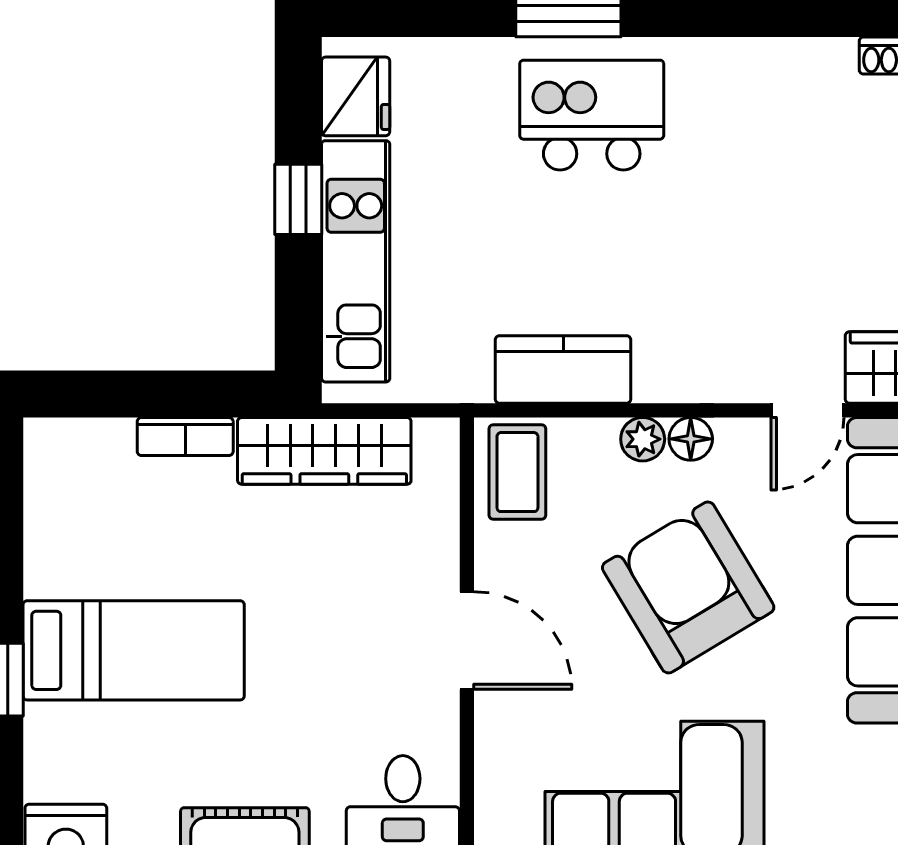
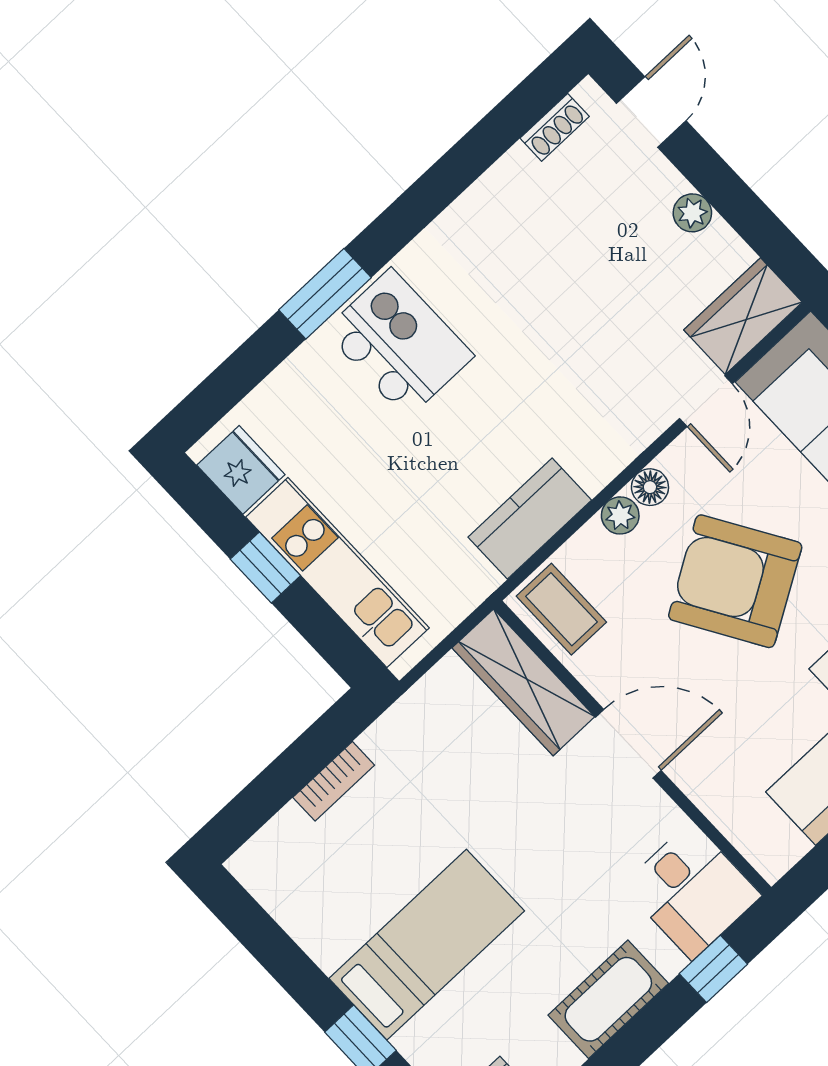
kitchen island: (592, 115) -> (399, 343), turned 90
wardrobe: (324, 451) -> (523, 682), moved, turned 90

